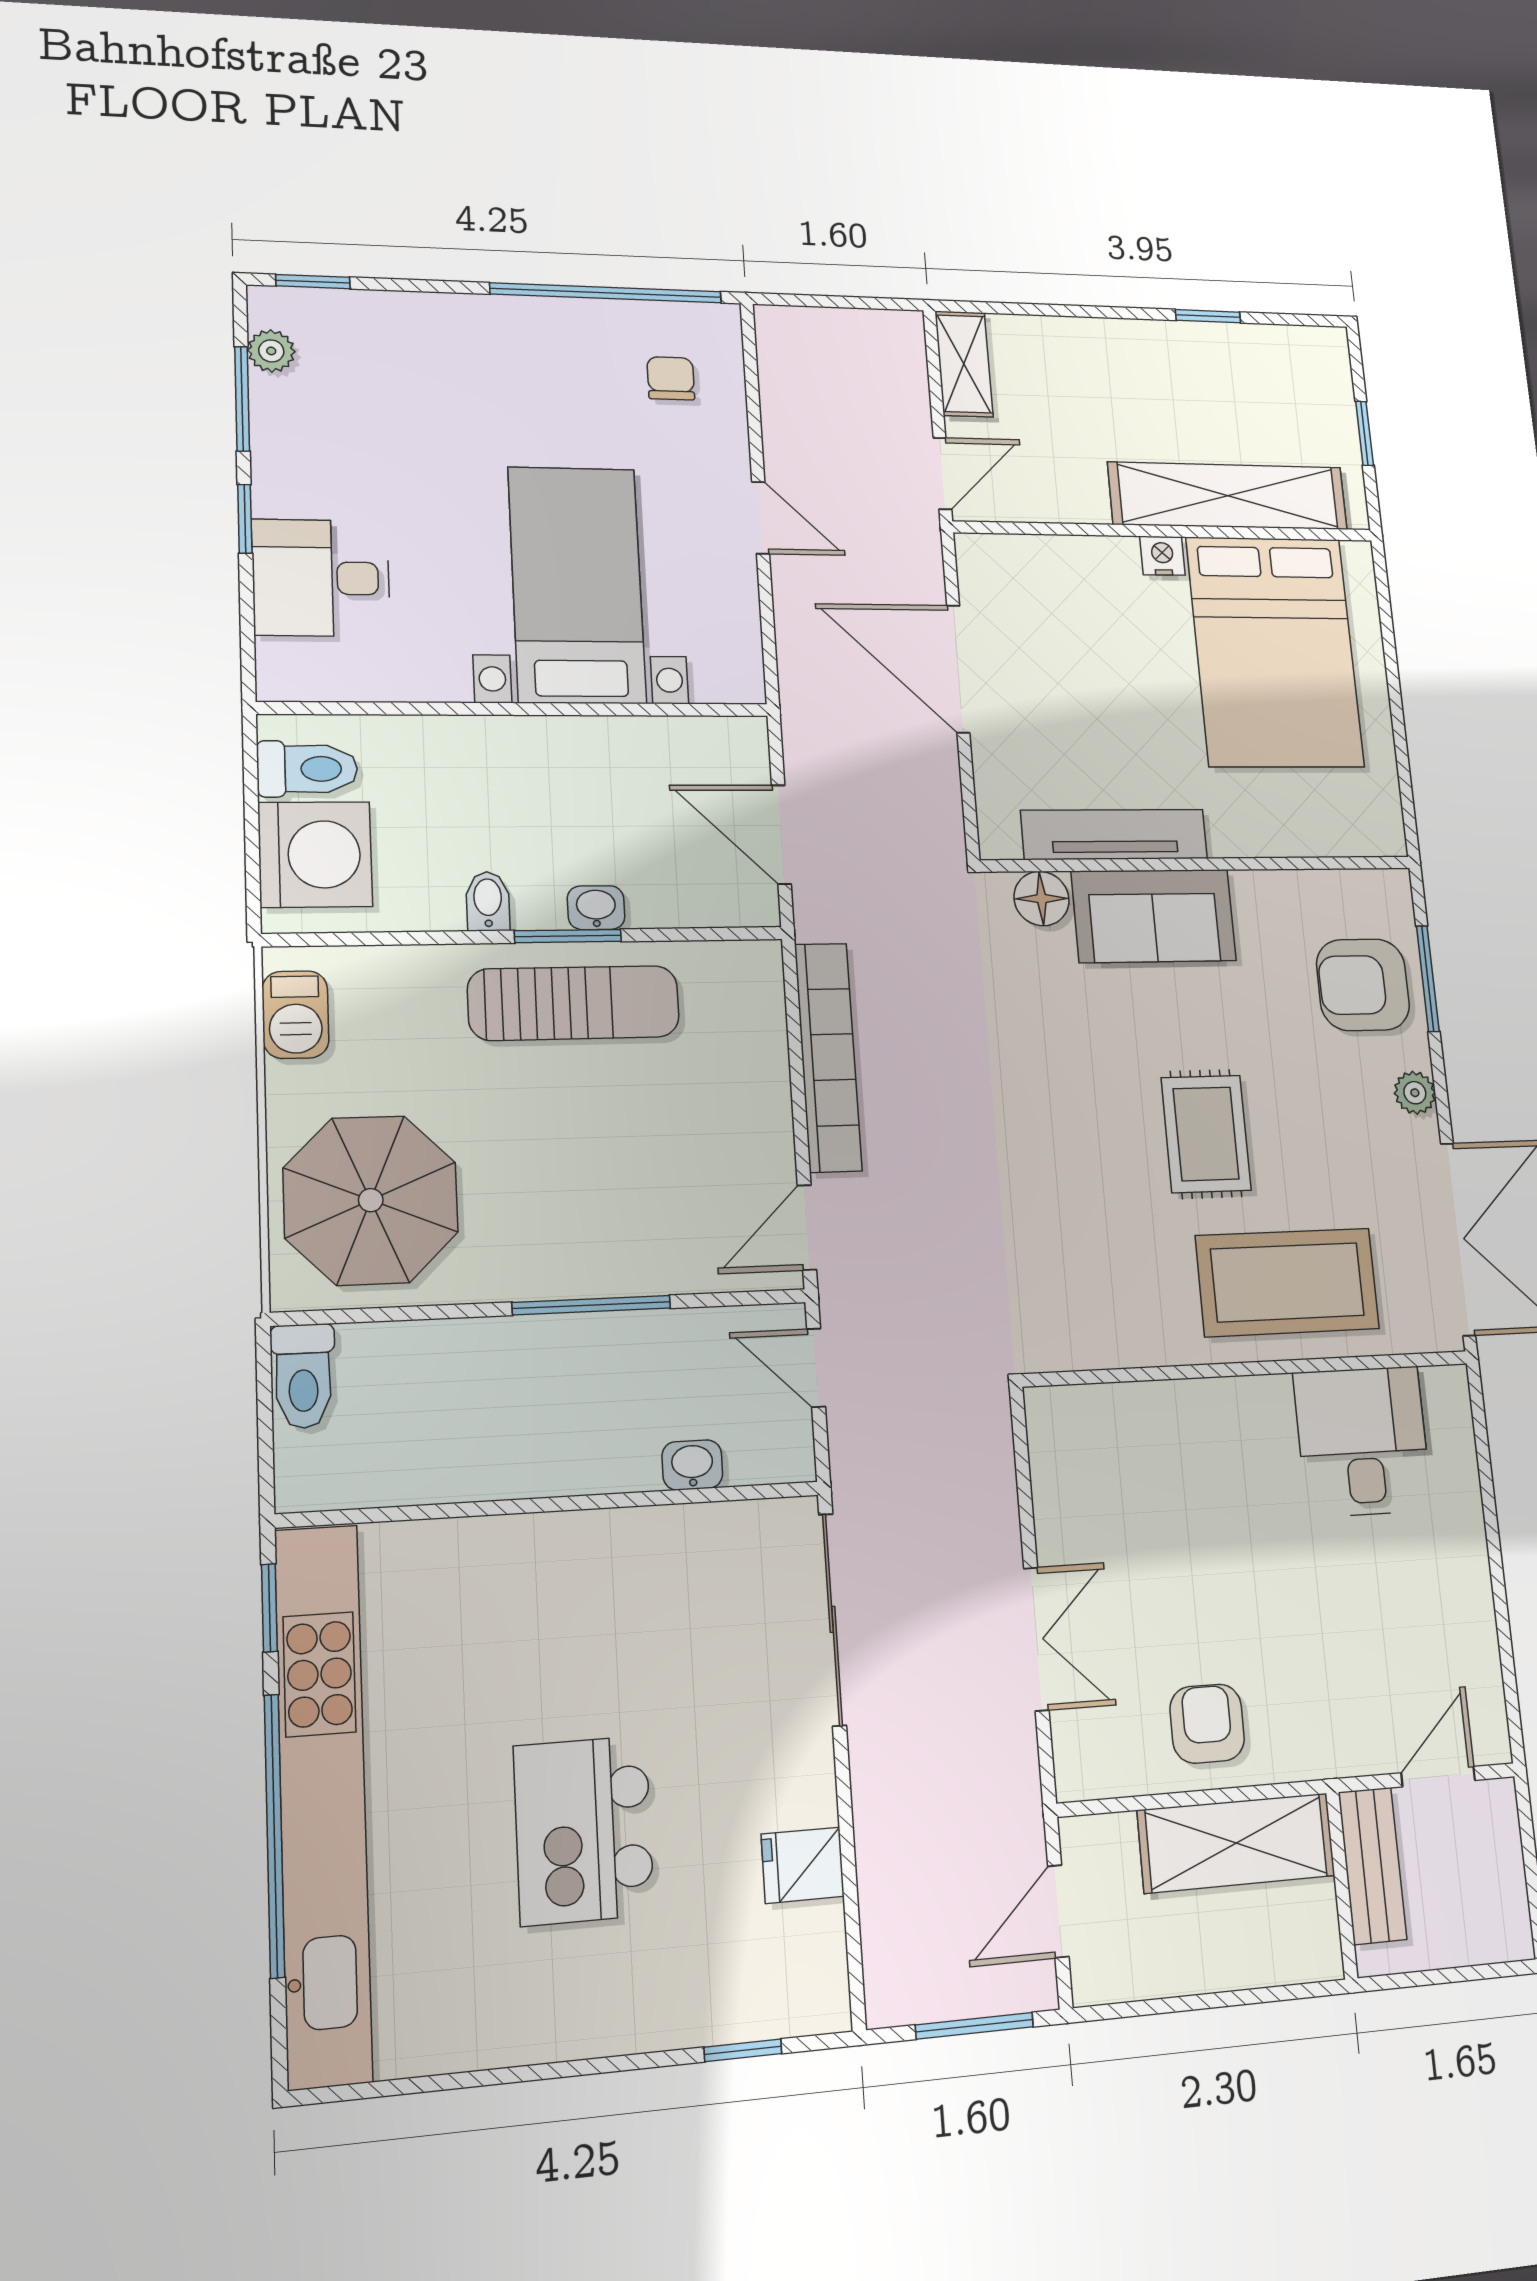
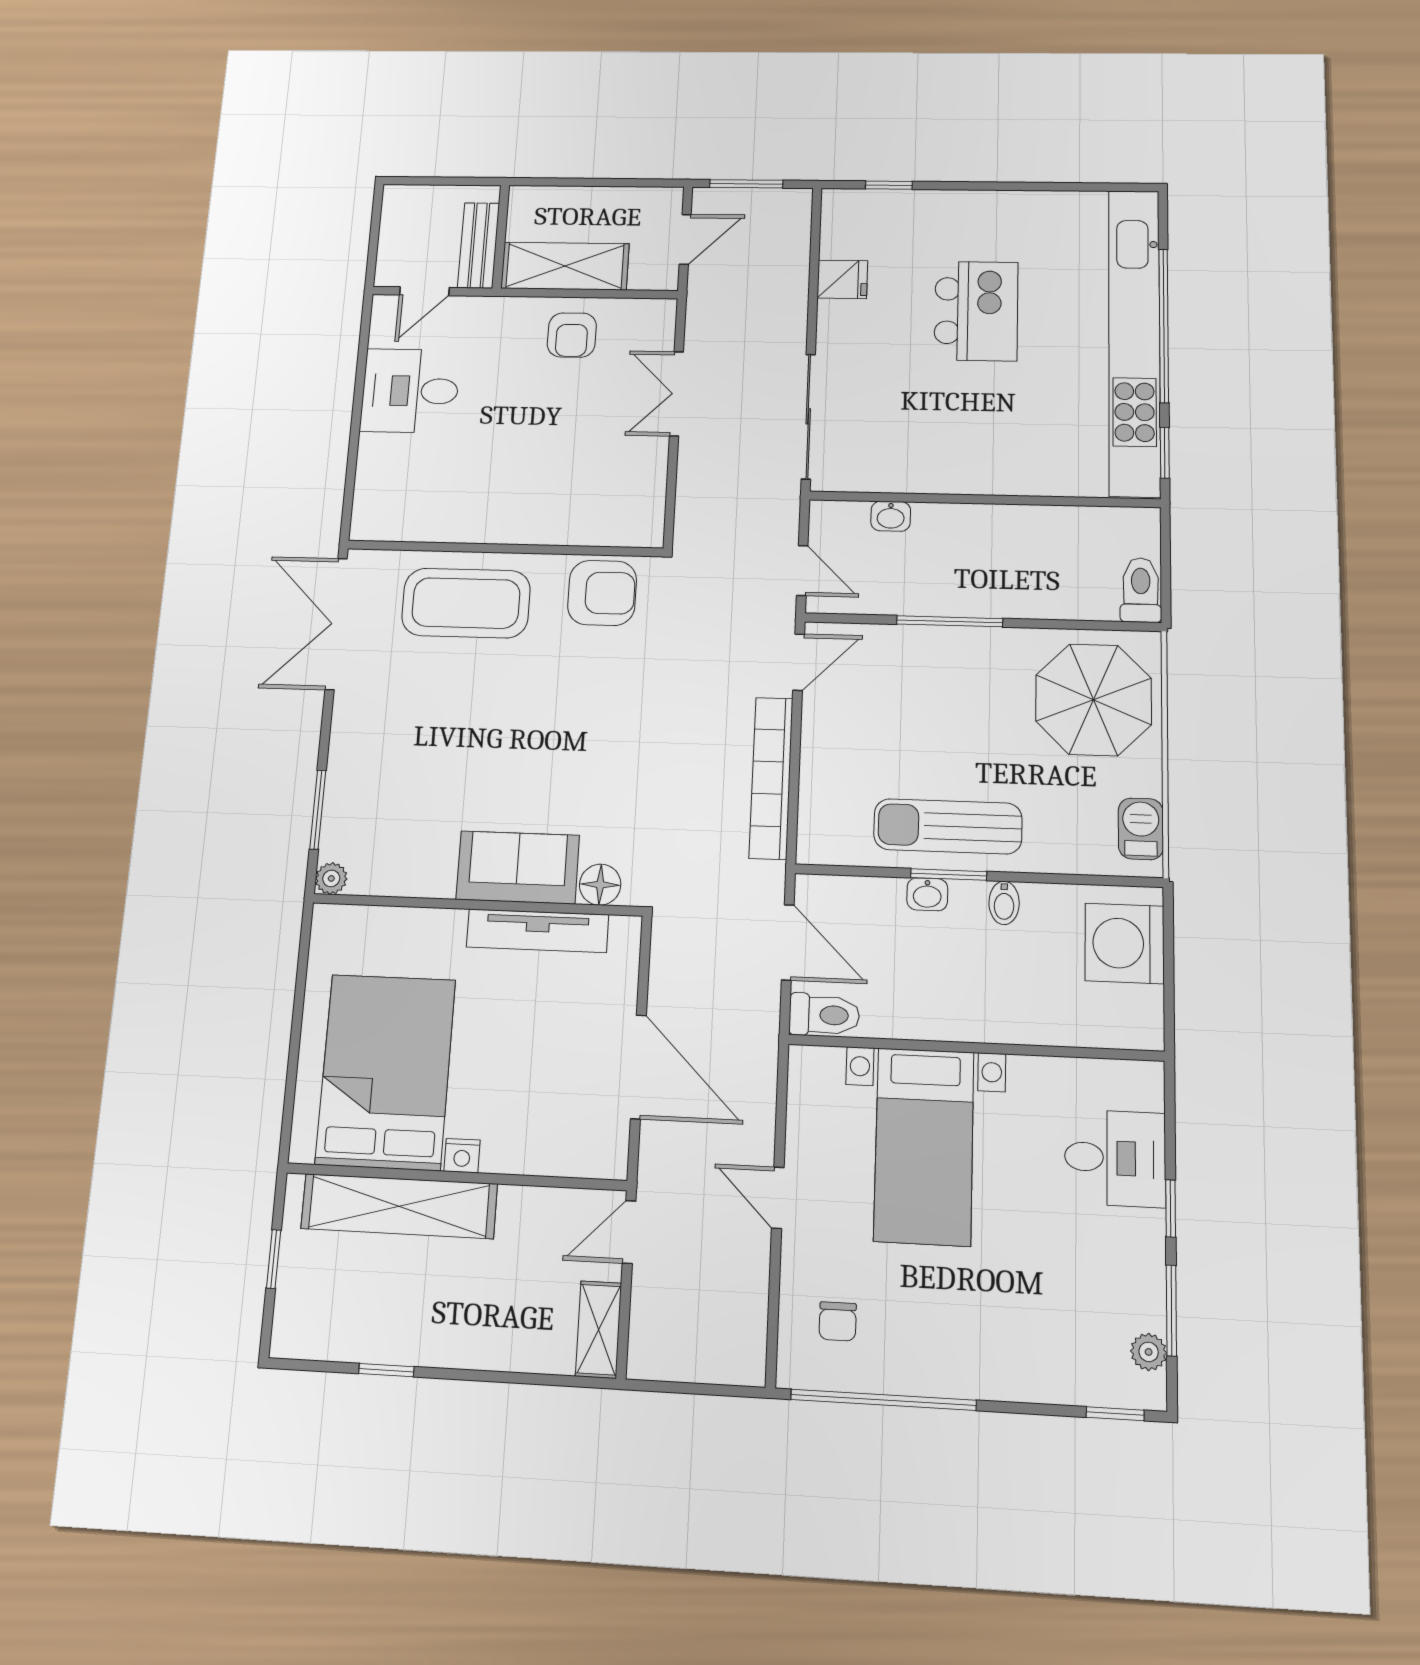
toilet: (307, 769) -> (824, 1015), moved, turned 180
armchair: (1363, 985) -> (602, 593), moved
plant: (1415, 1093) -> (331, 878), moved
rug: (1206, 1134) -> (506, 708), removed
desk: (1363, 1441) -> (410, 391), moved, turned 90

